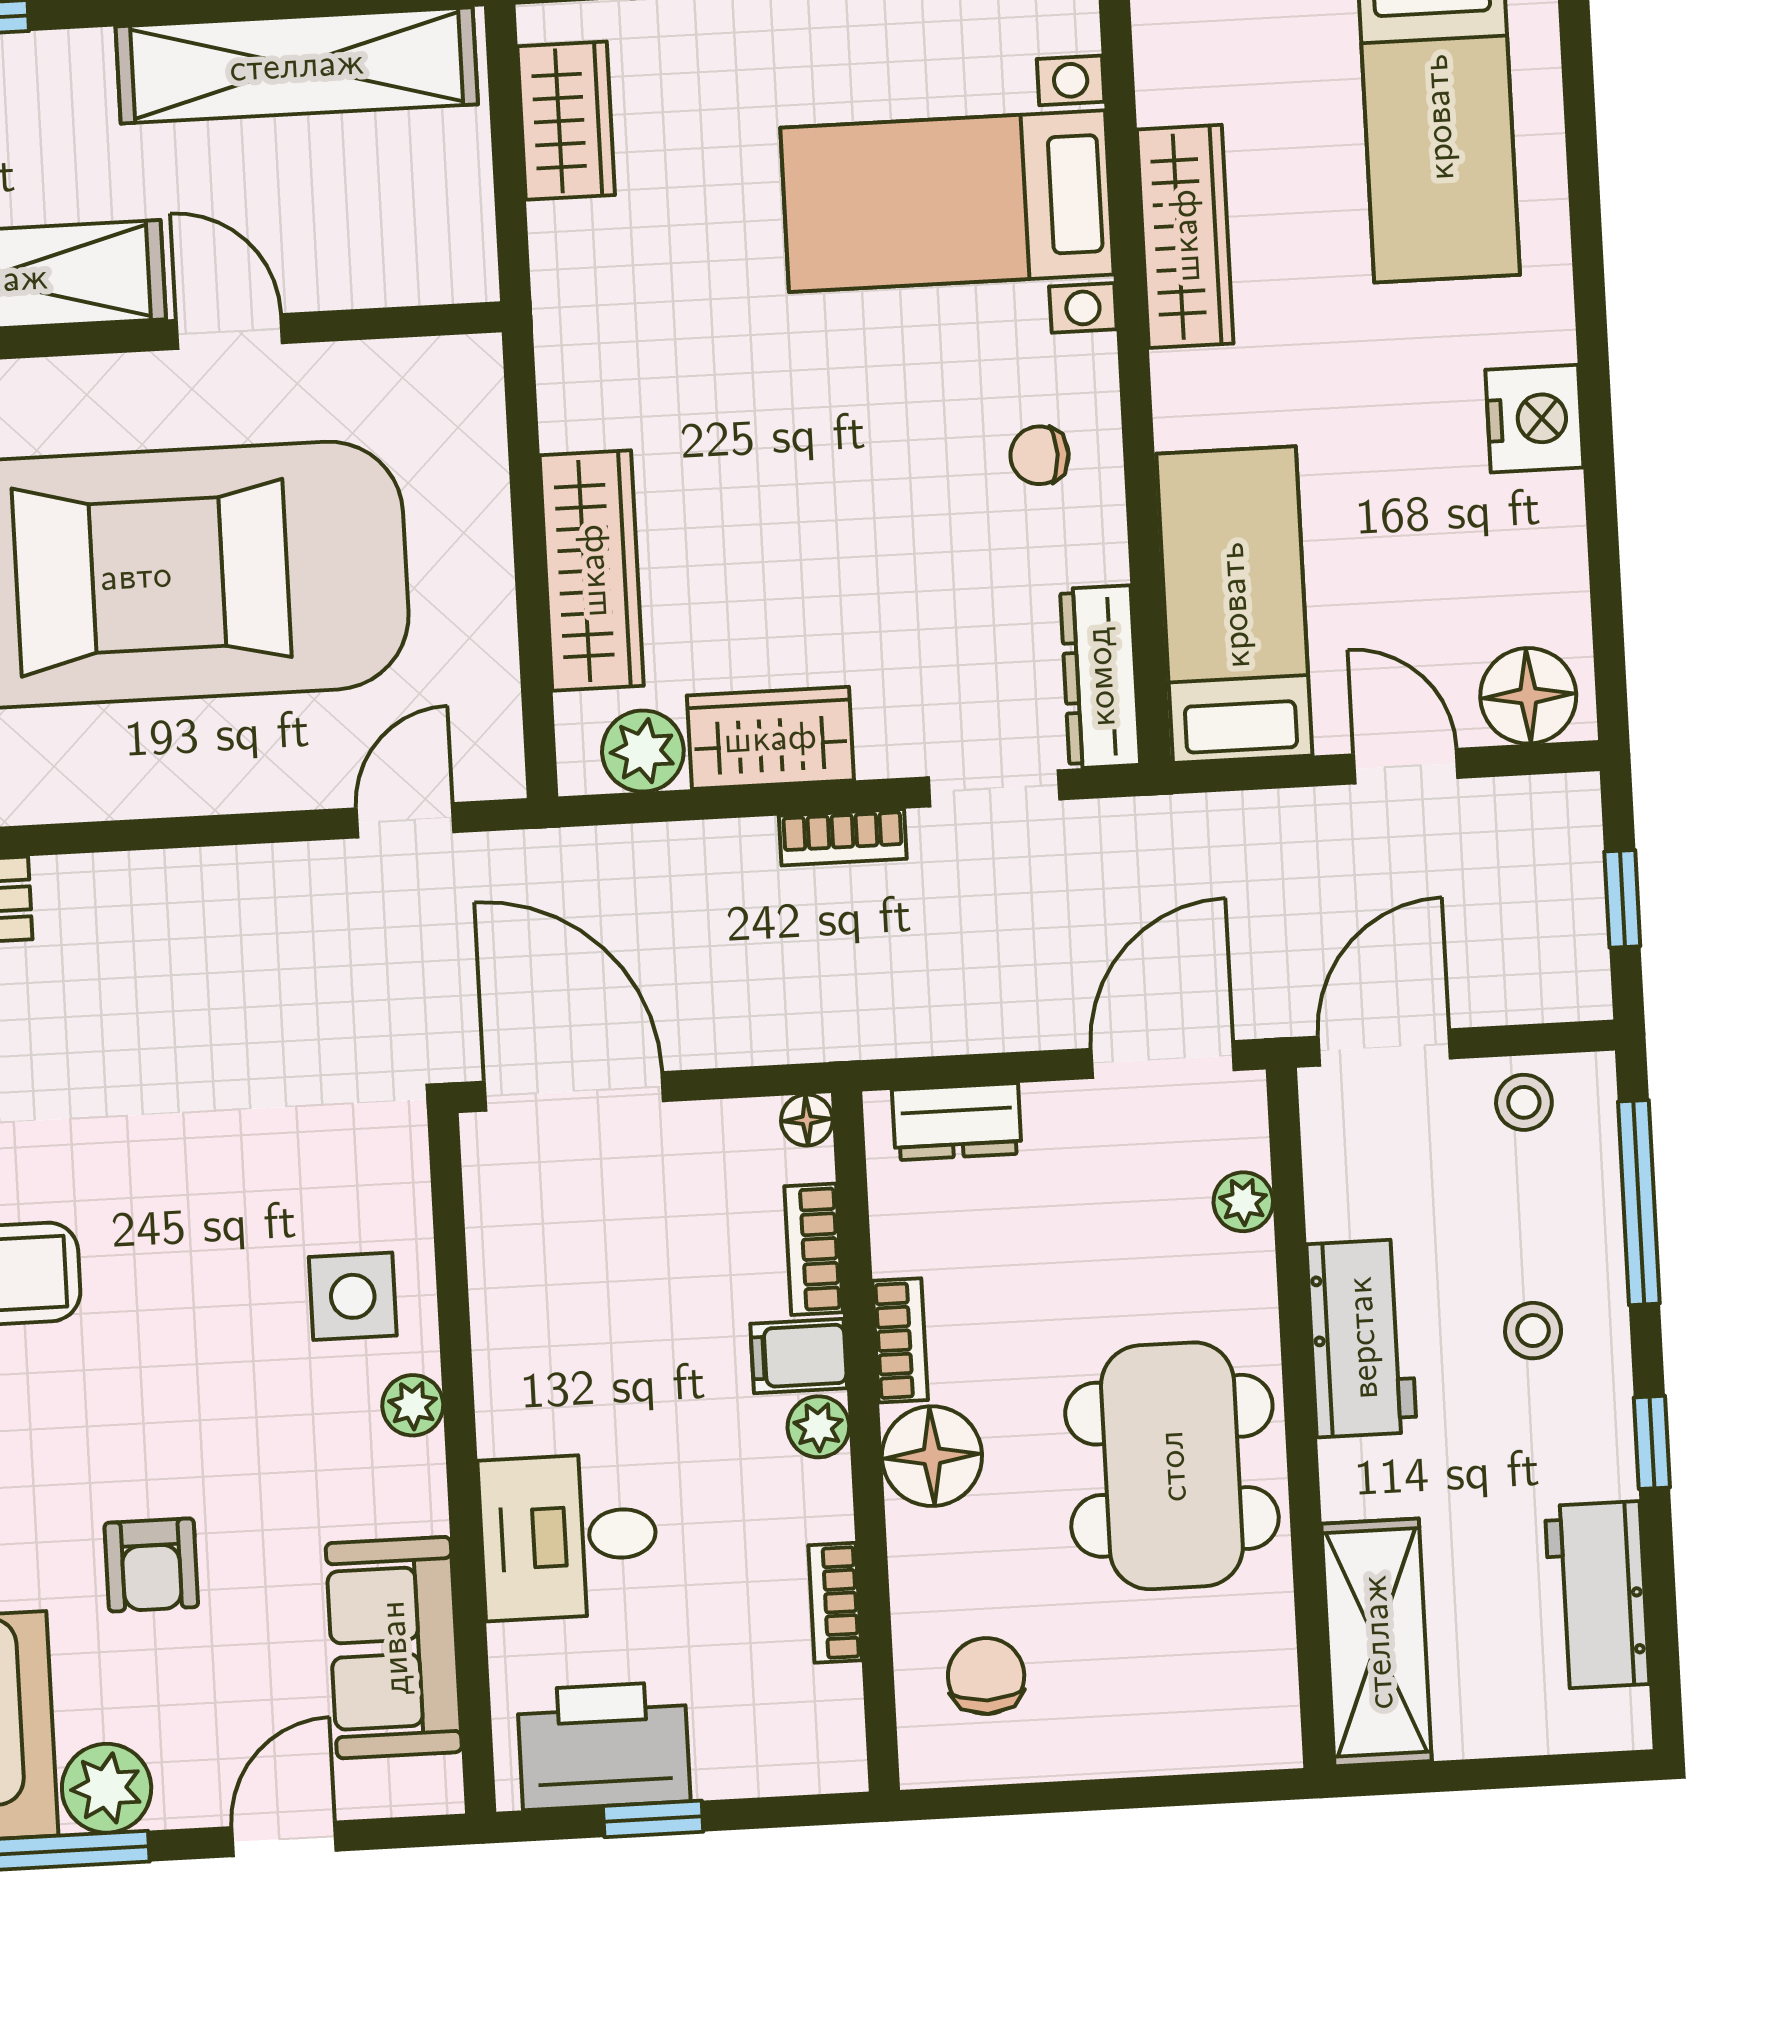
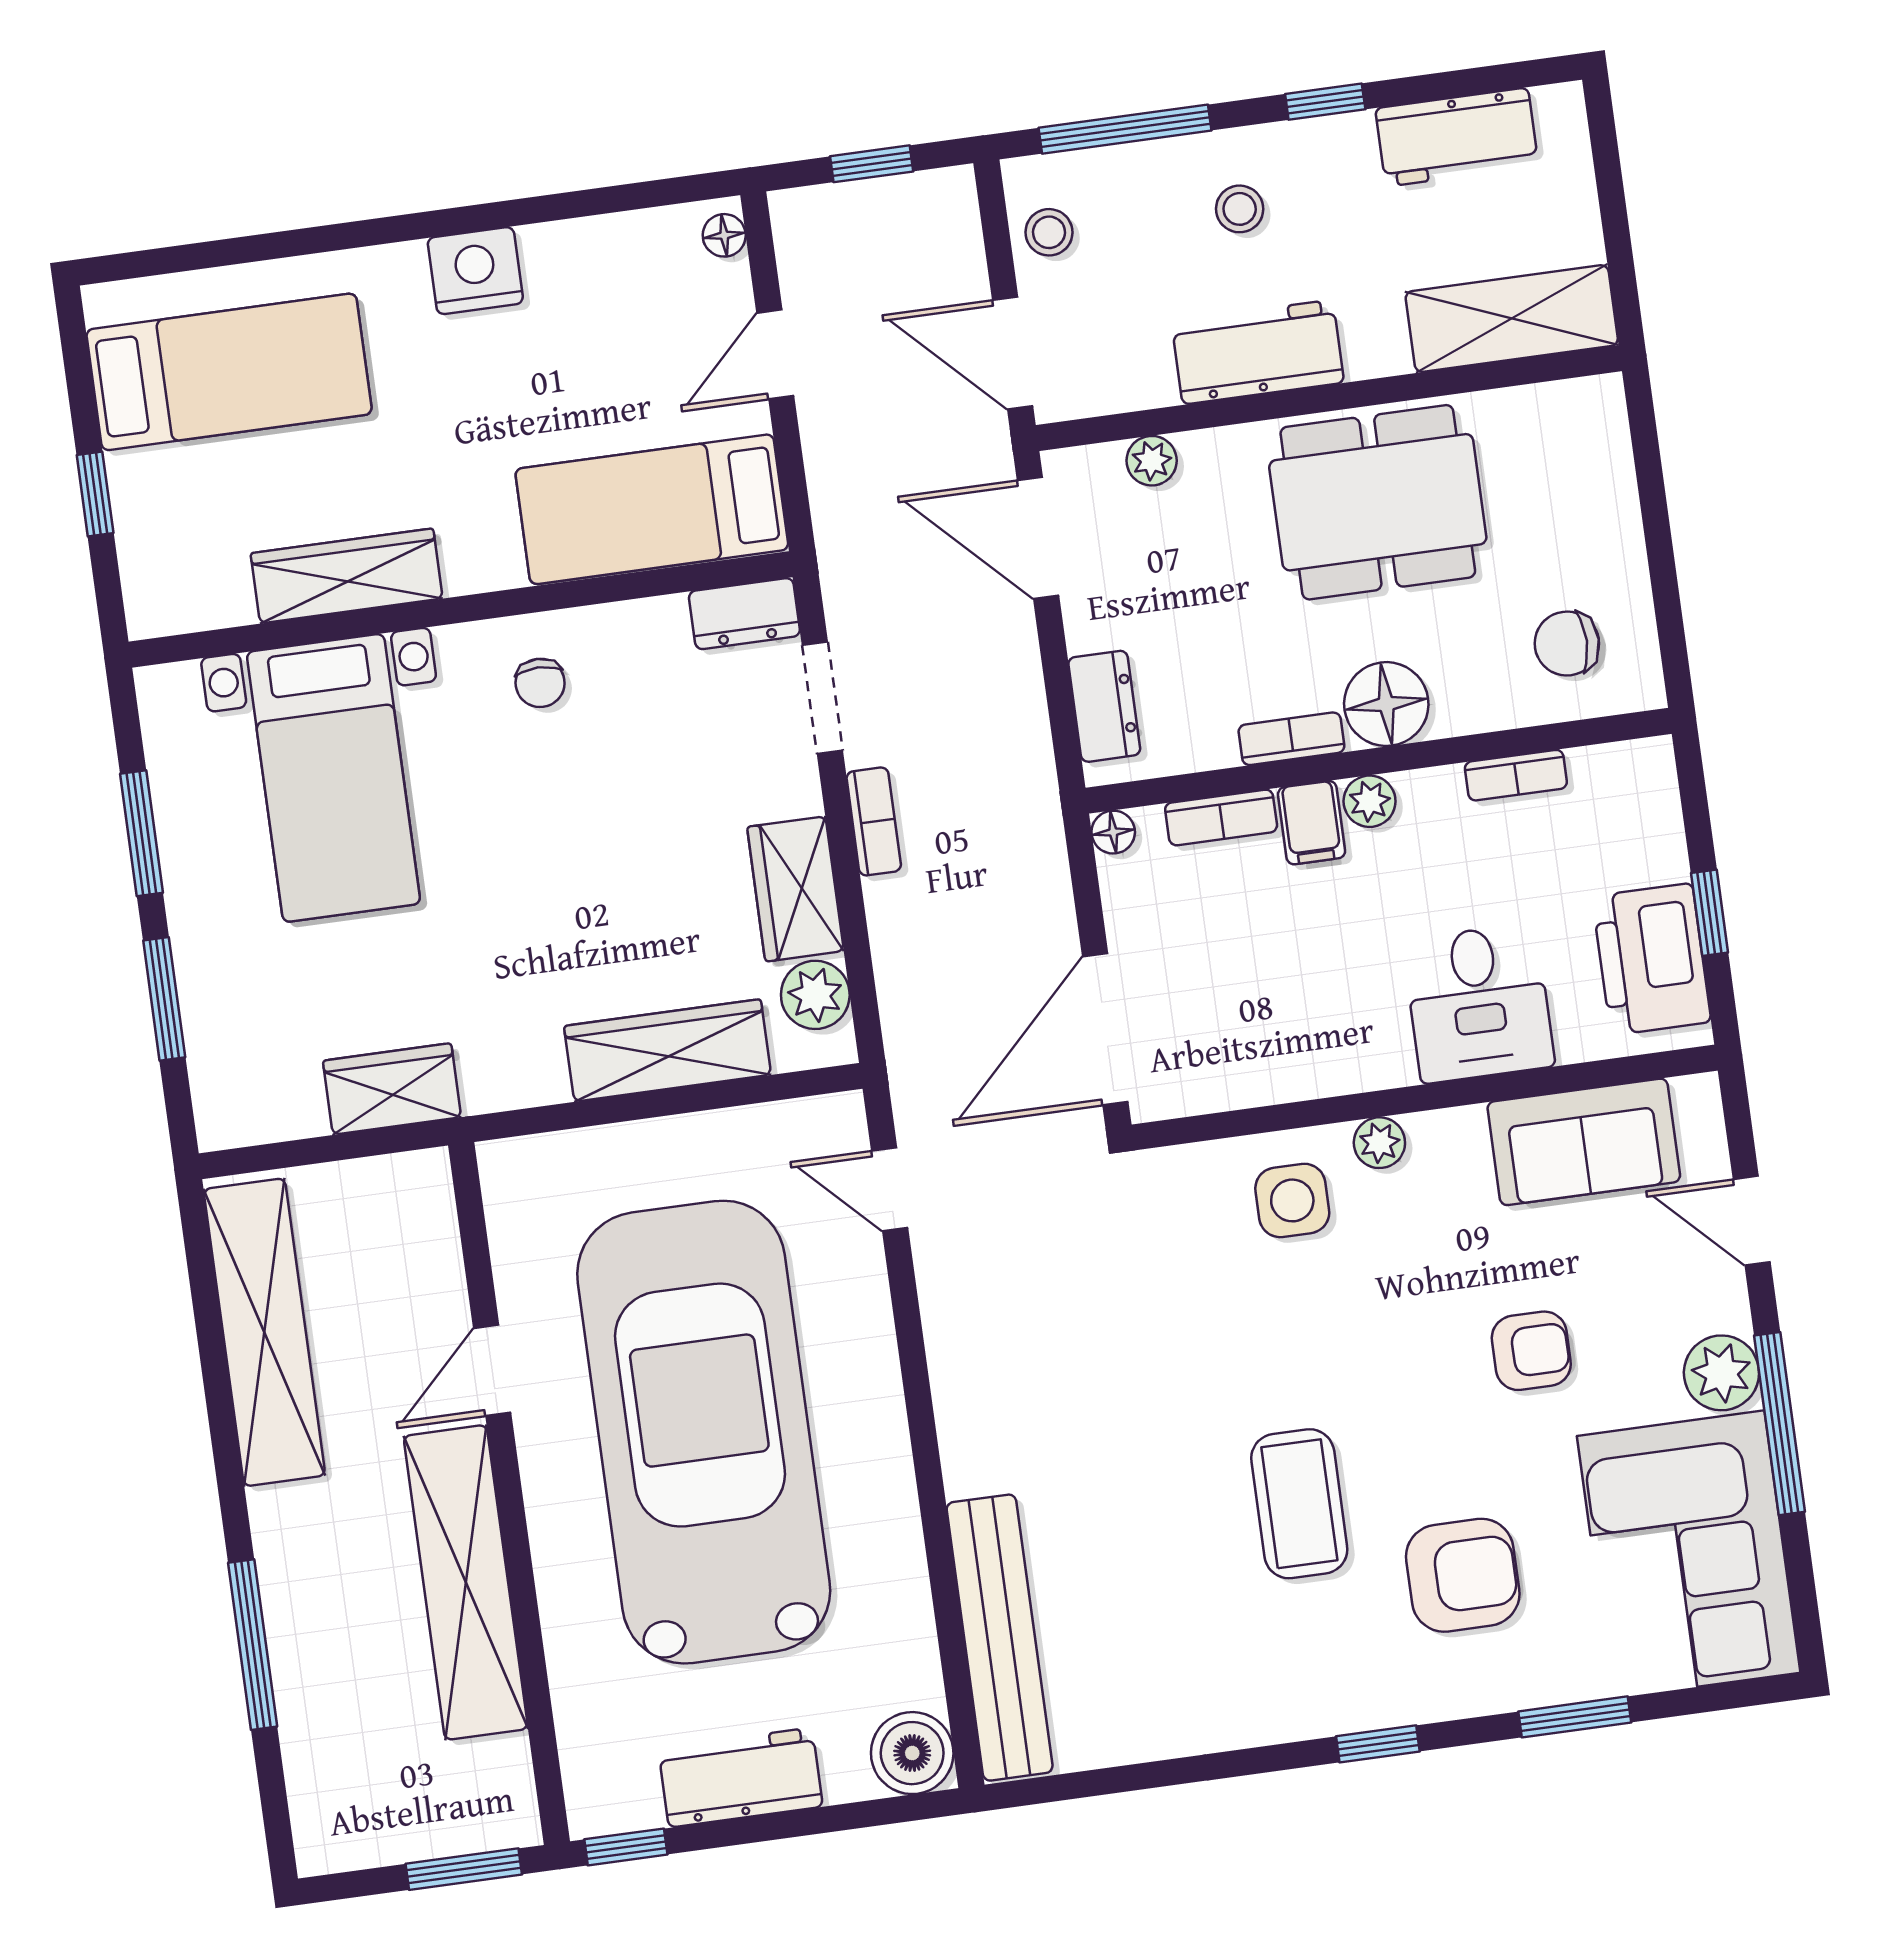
wardrobe: (566, 121) -> (392, 1089), moved
dresser: (1100, 677) -> (744, 614), width x0.70
floor lamp: (1528, 696) -> (724, 235), width x0.53, depth x0.53

